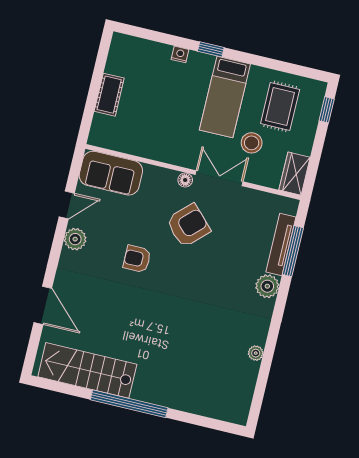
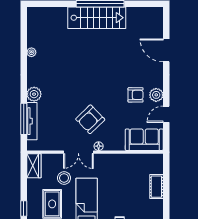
armchair: (137, 259) -> (136, 95), moved
stairs: (87, 370) -> (97, 18), moved

